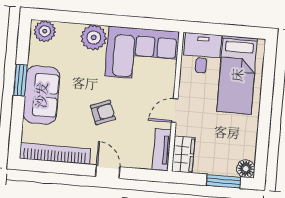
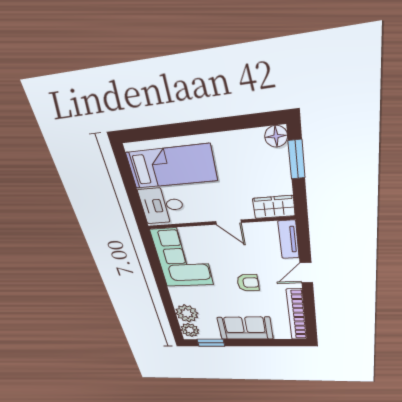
plant: (94, 37) -> (187, 313), moved
window: (20, 80) -> (211, 343), moved
armchair: (103, 112) -> (248, 283), turned 111
tv unit: (162, 150) -> (289, 240), moved, turned 90

